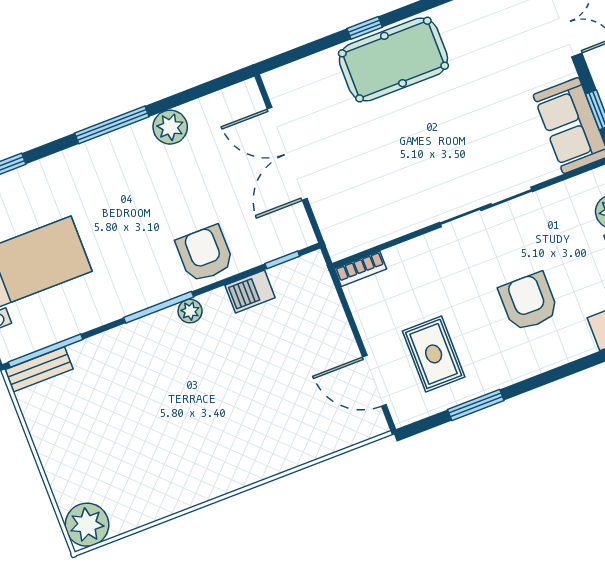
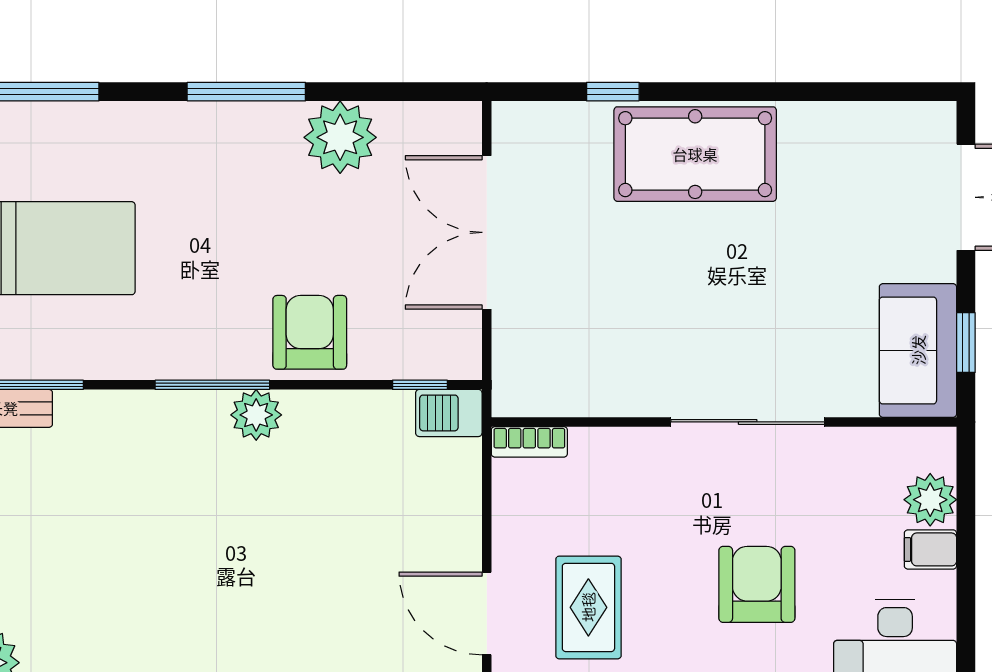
window: (365, 28) -> (613, 92), moved
plant: (170, 127) -> (340, 137), width x1.36, depth x1.36
barbecue: (250, 291) -> (449, 413), moved
plant: (190, 311) -> (256, 415), width x1.38, depth x1.38

